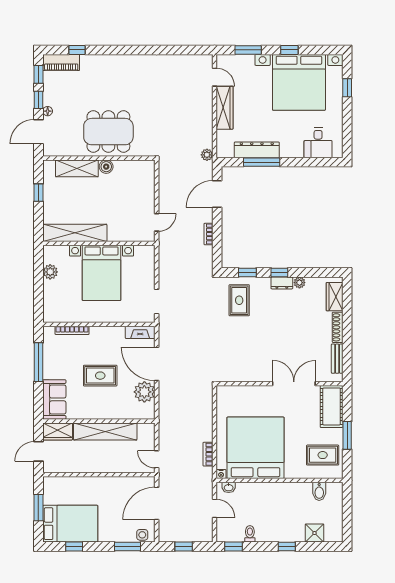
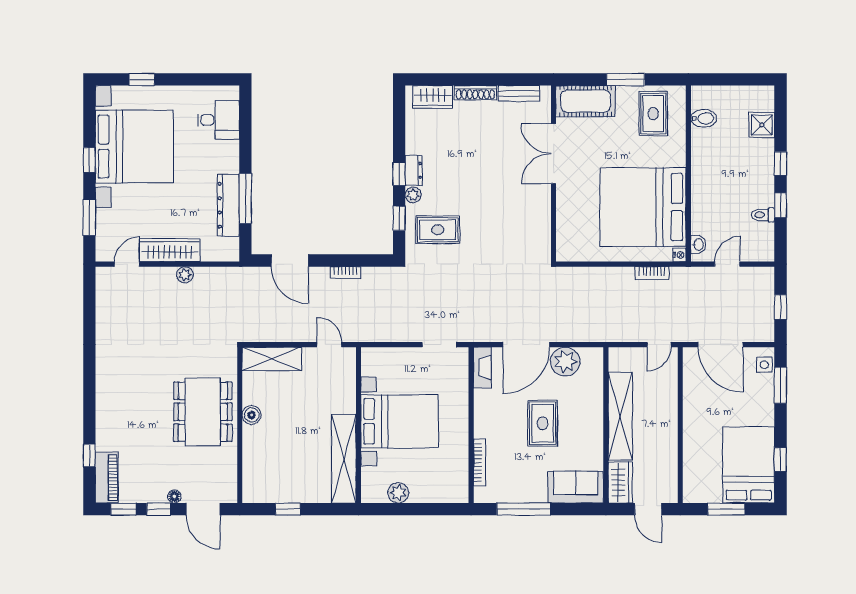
plant: (207, 155) -> (185, 275), moved
shelving: (77, 168) -> (272, 359), moved, turned 90
plant: (299, 283) -> (413, 195), moved
window: (233, 547) -> (780, 205), moved

